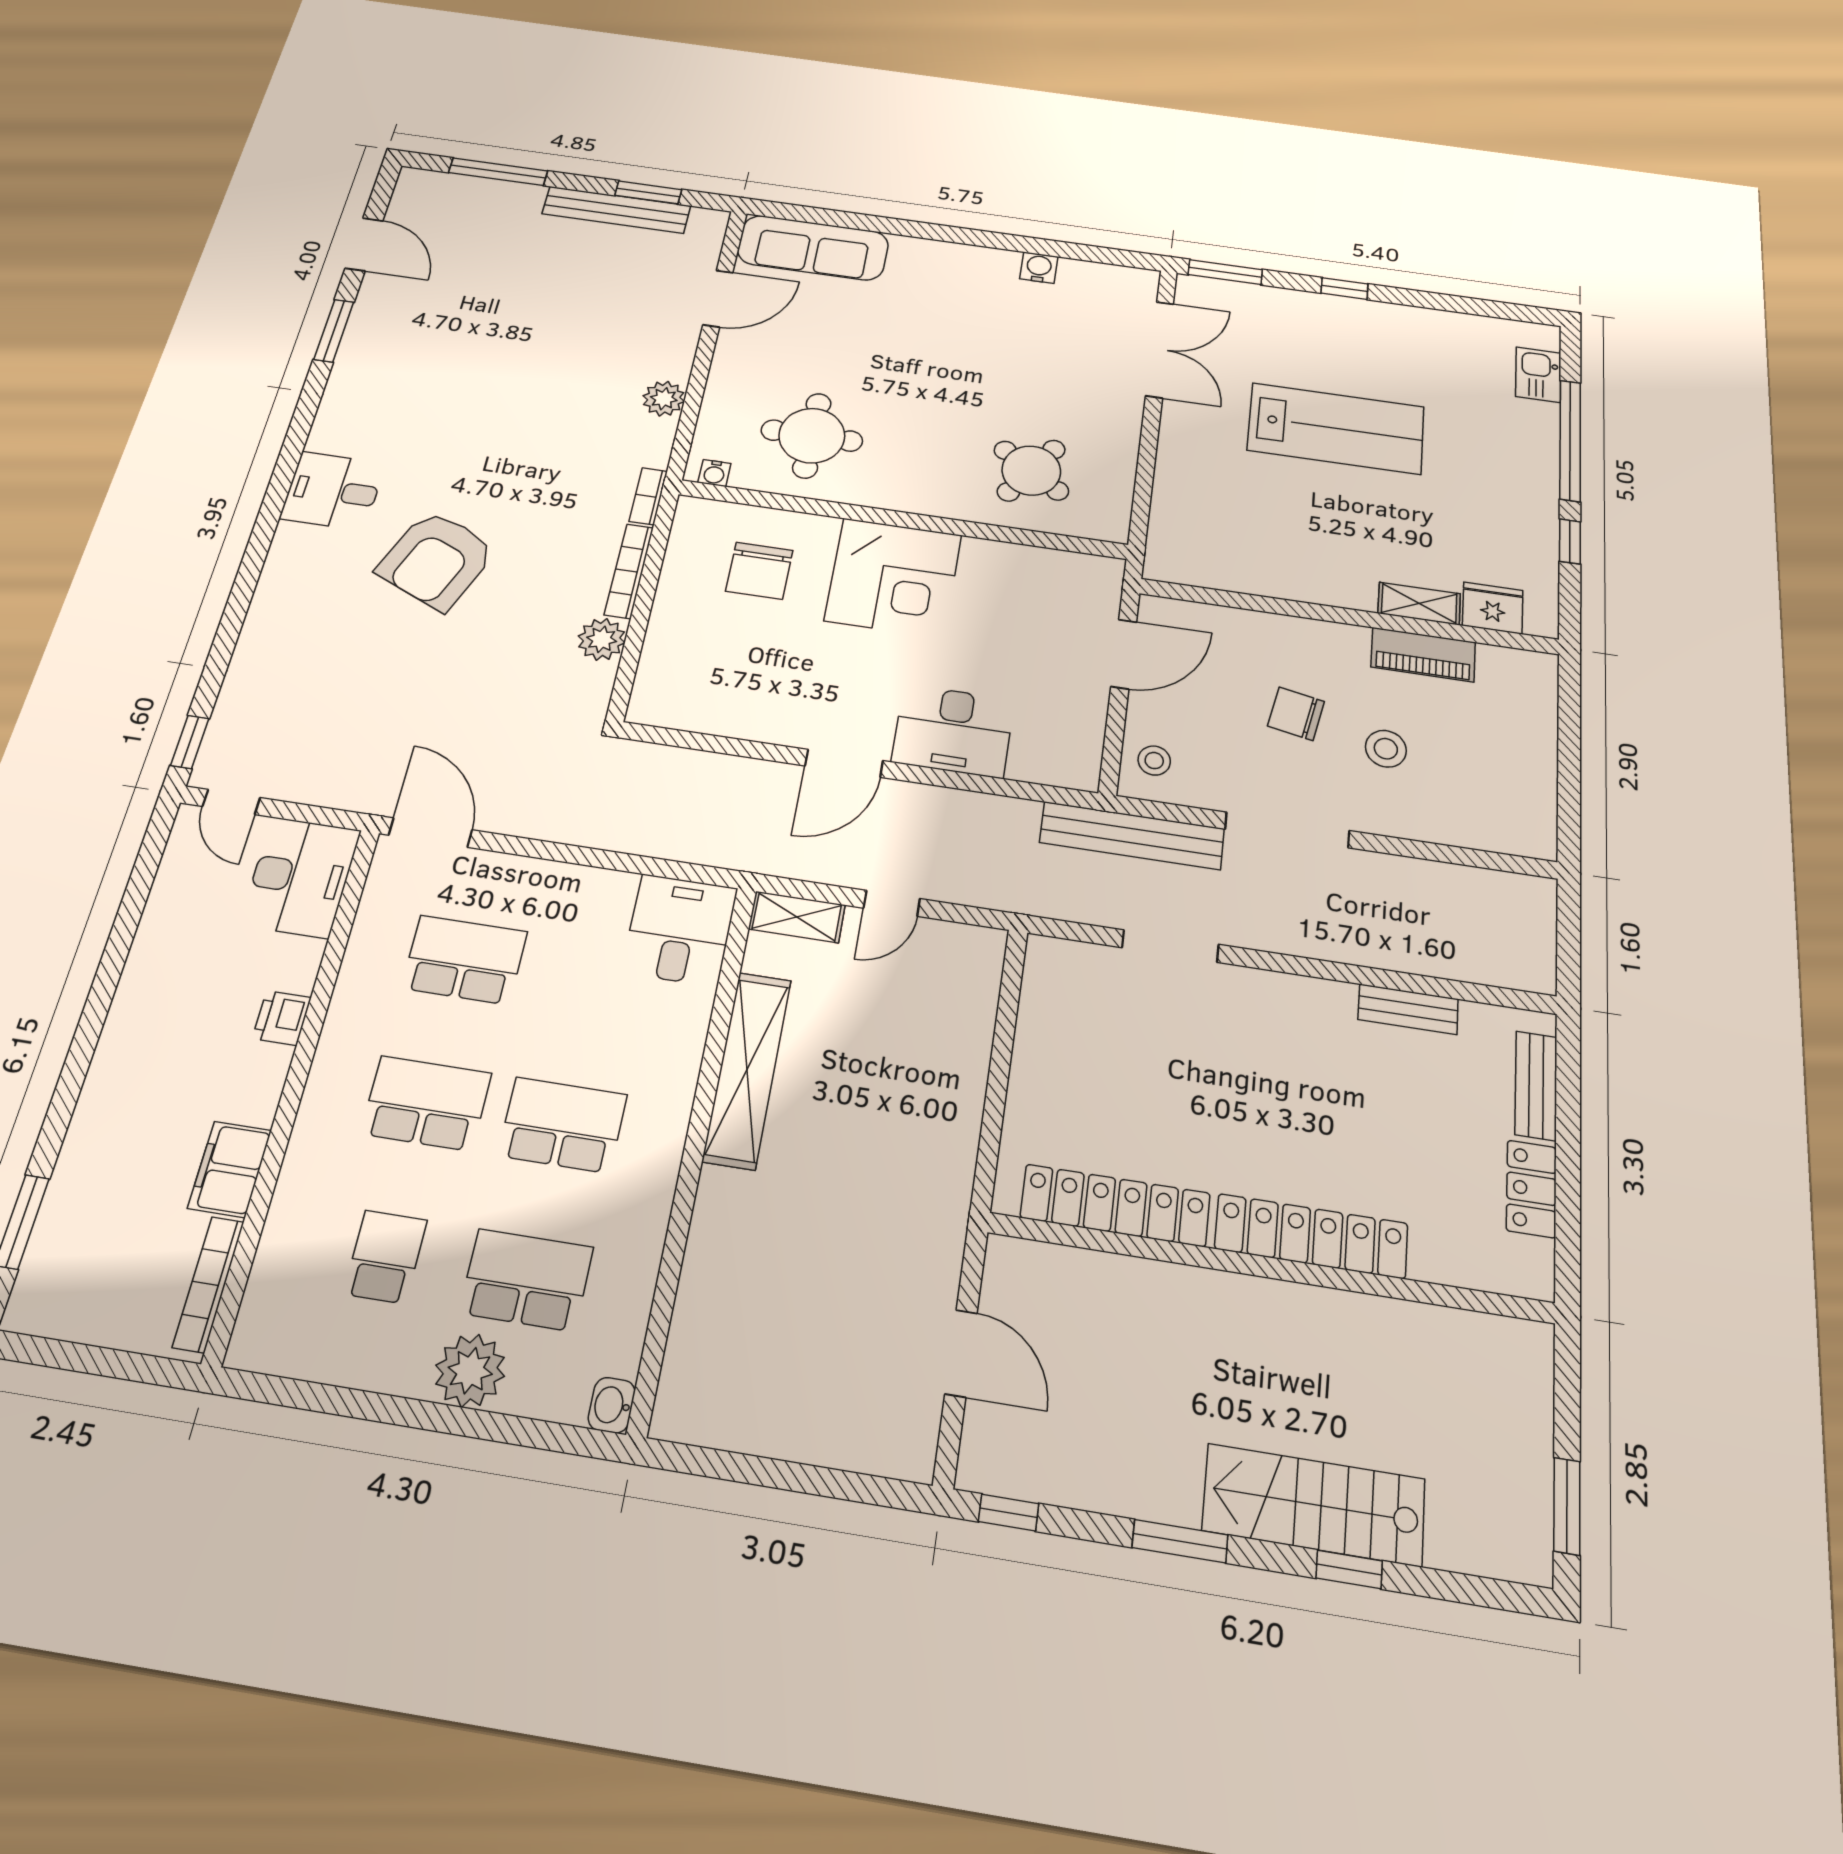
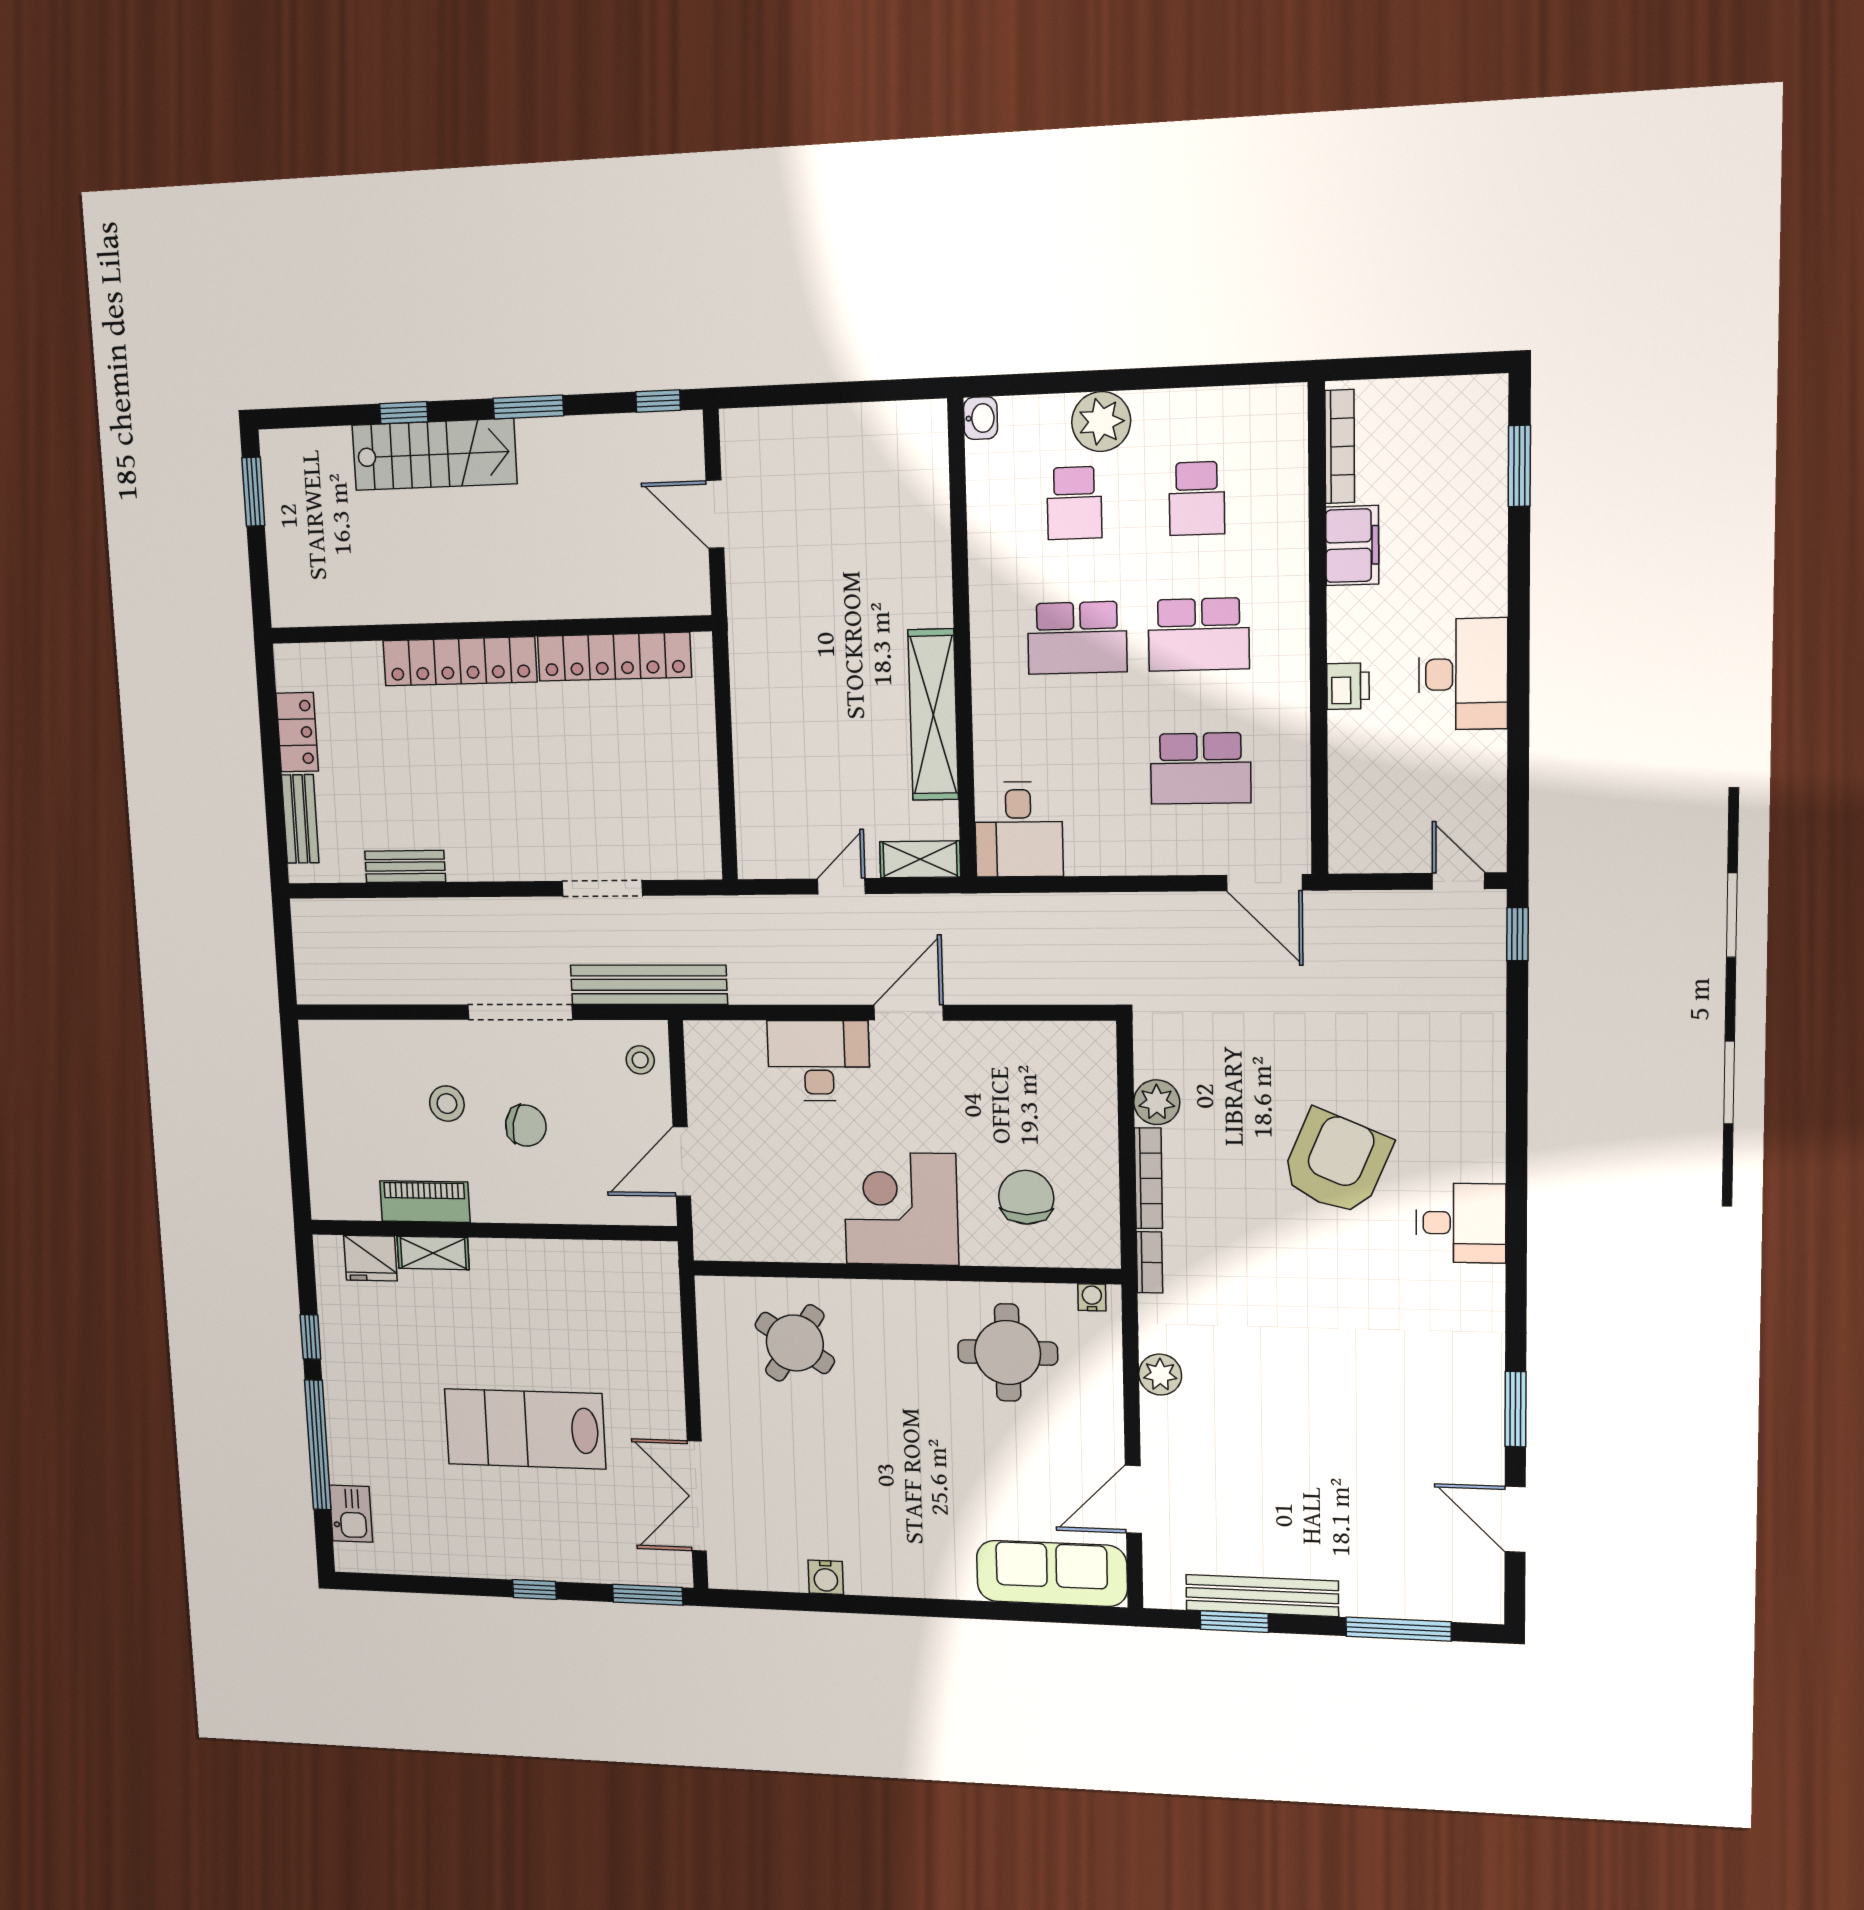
desk: (300, 877) -> (1463, 674), moved, turned 180
school desk: (526, 1280) -> (1074, 503), width x0.54

